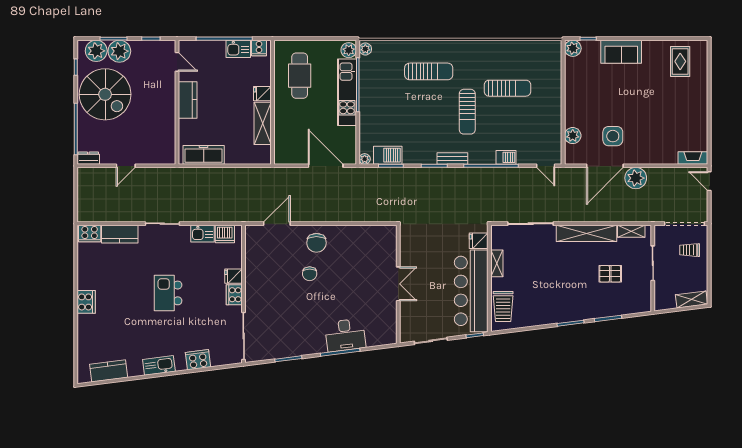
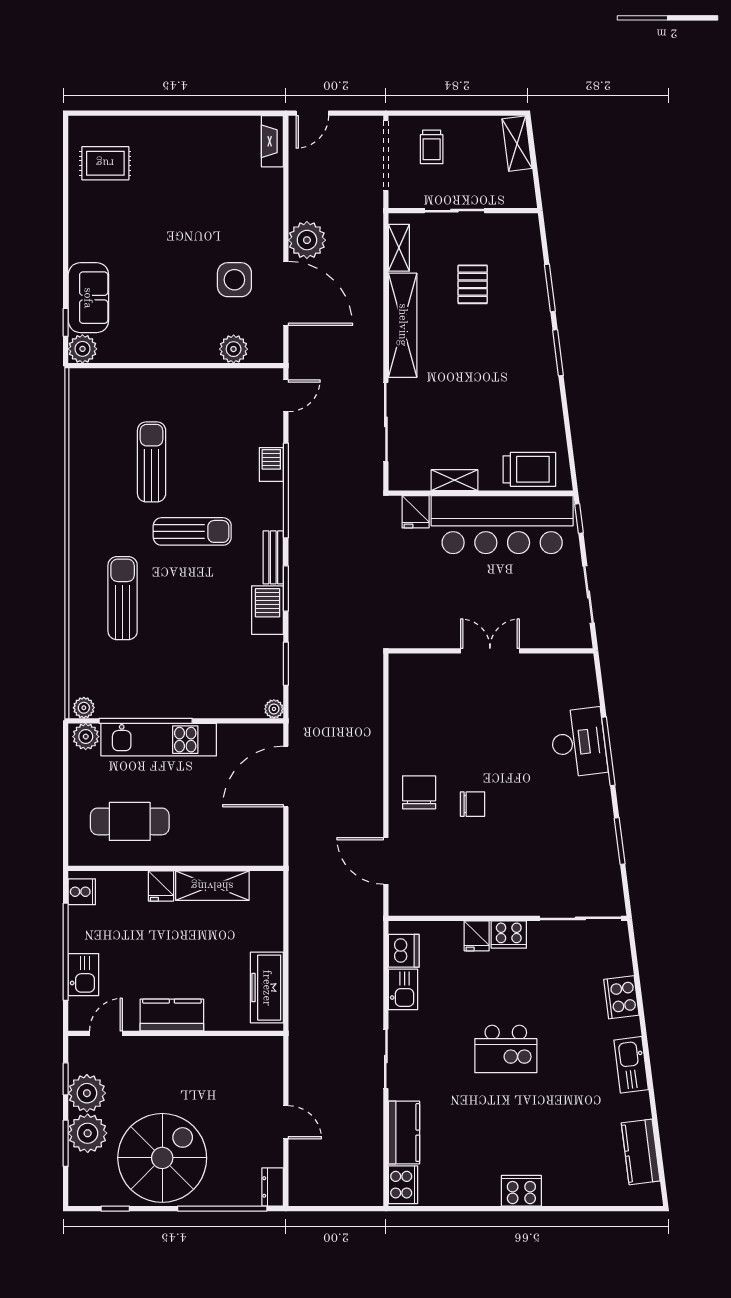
kitchen sink: (238, 49) -> (83, 975), moved
plant: (96, 51) -> (87, 1093), moved
sofa: (621, 52) -> (88, 298), moved
barbecue: (388, 155) -> (267, 610), moved
chair: (316, 243) -> (419, 792), turned -90

